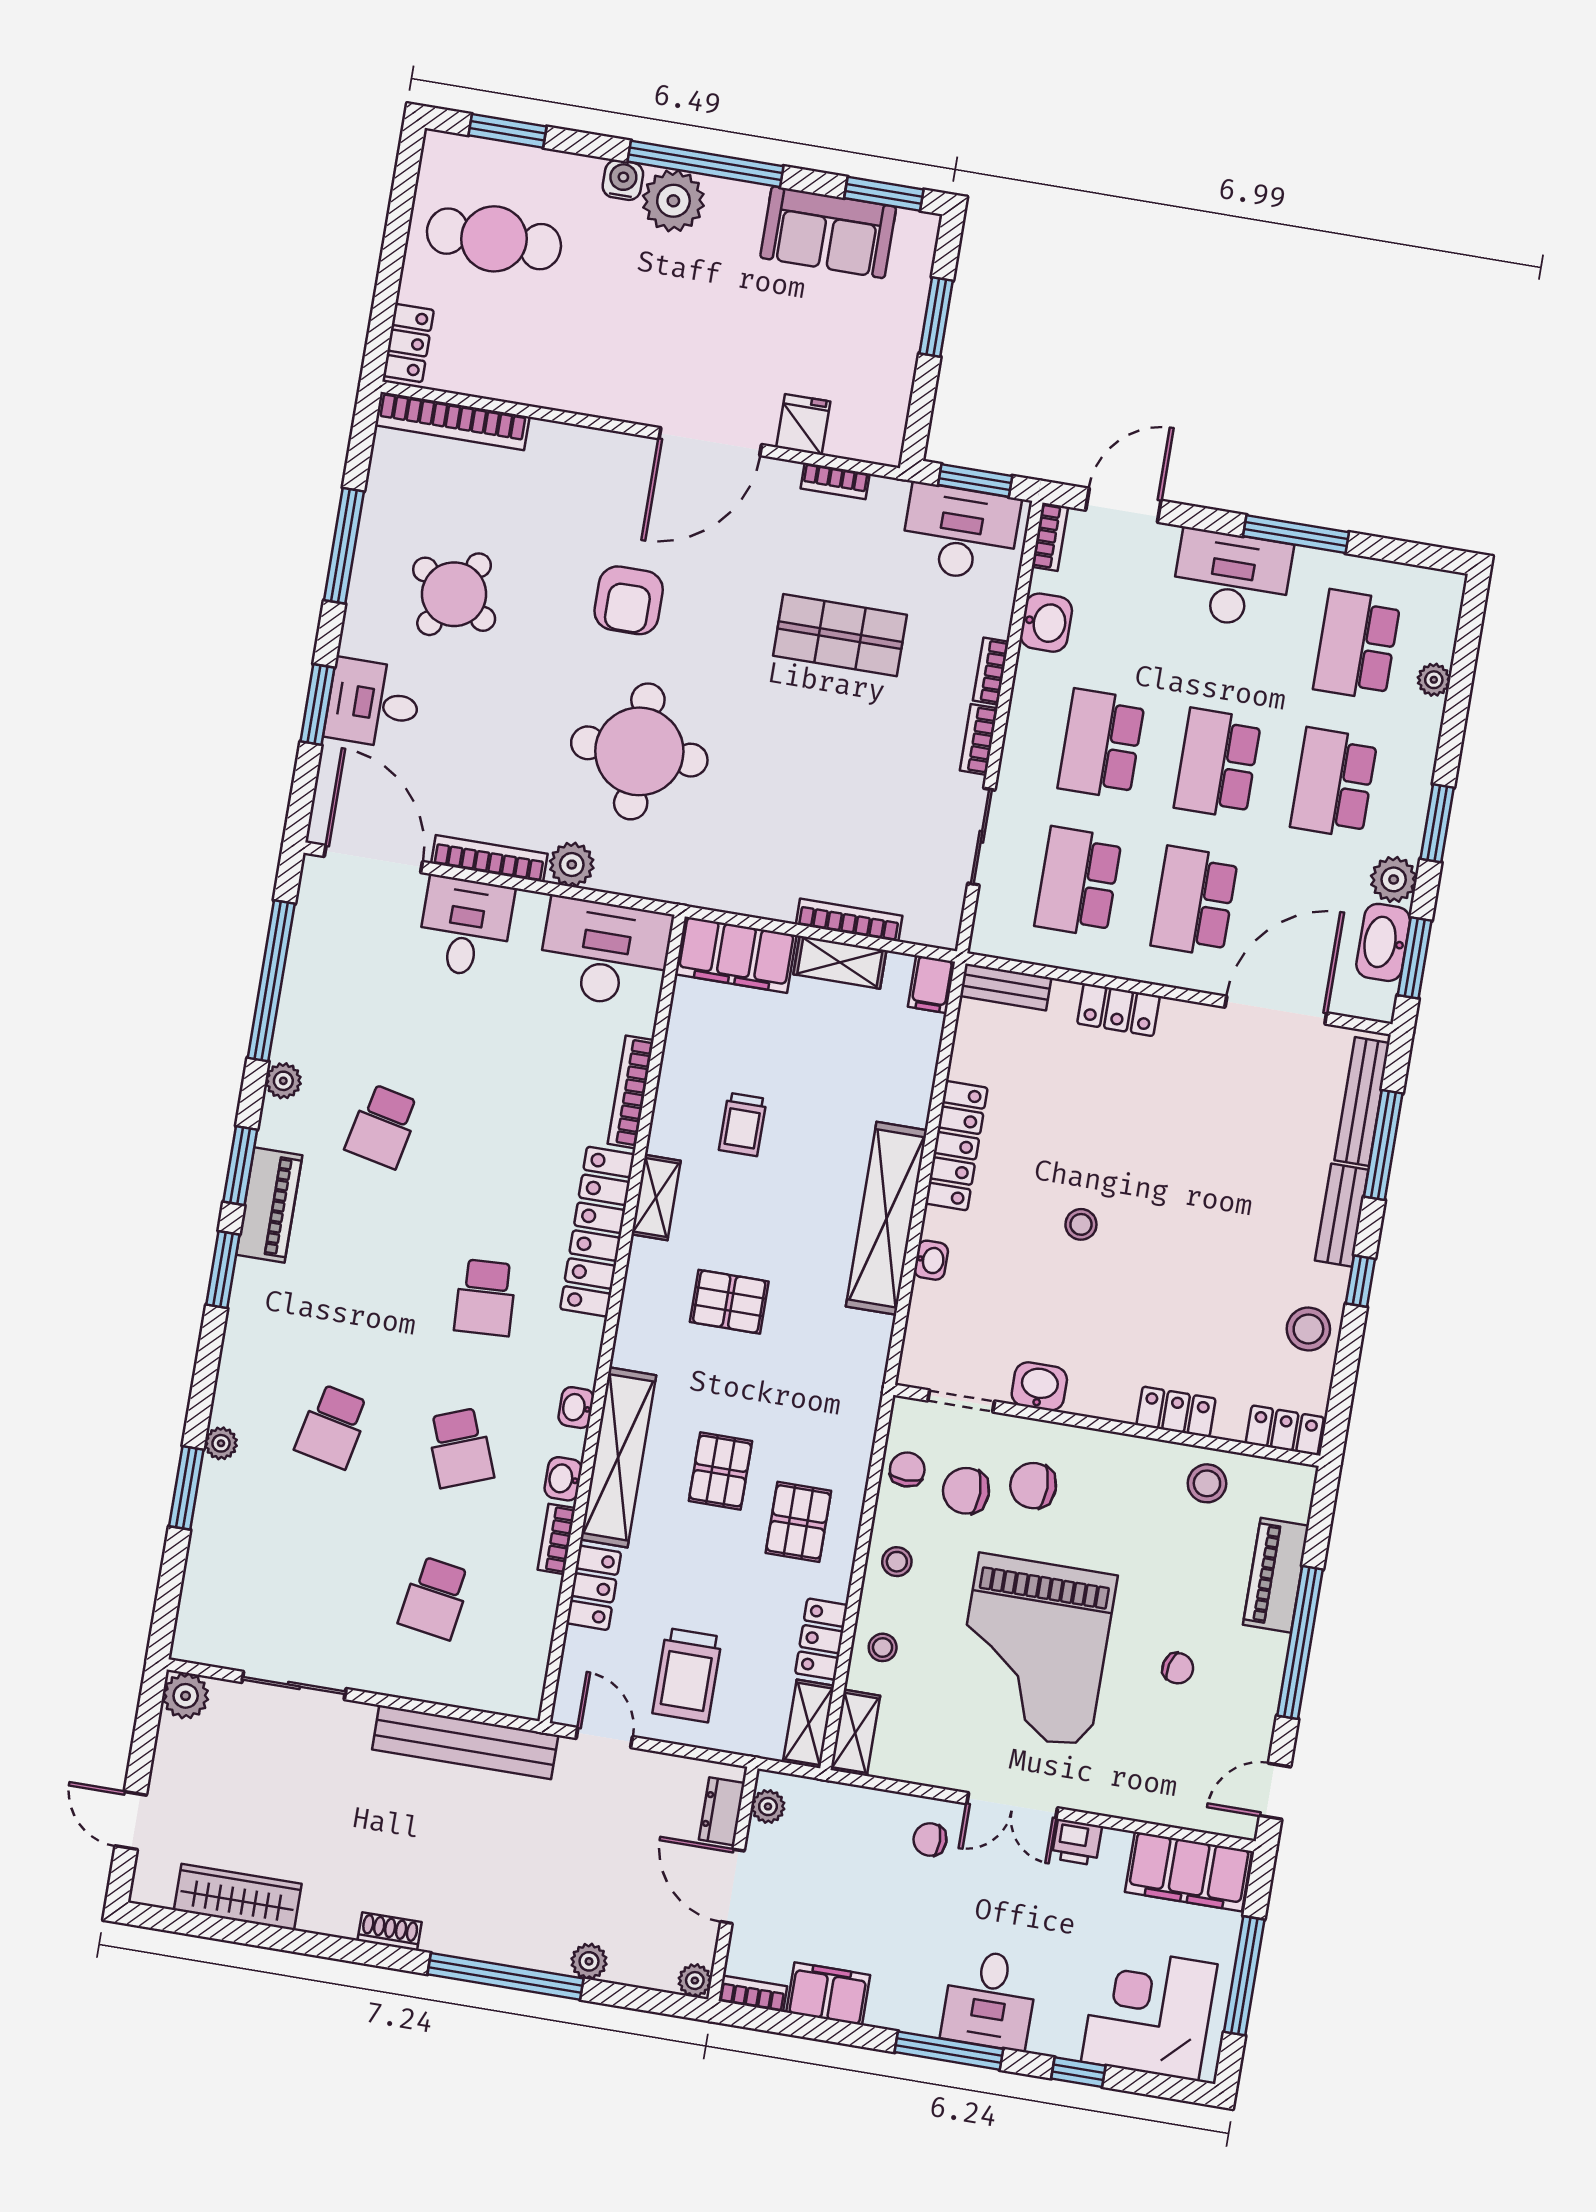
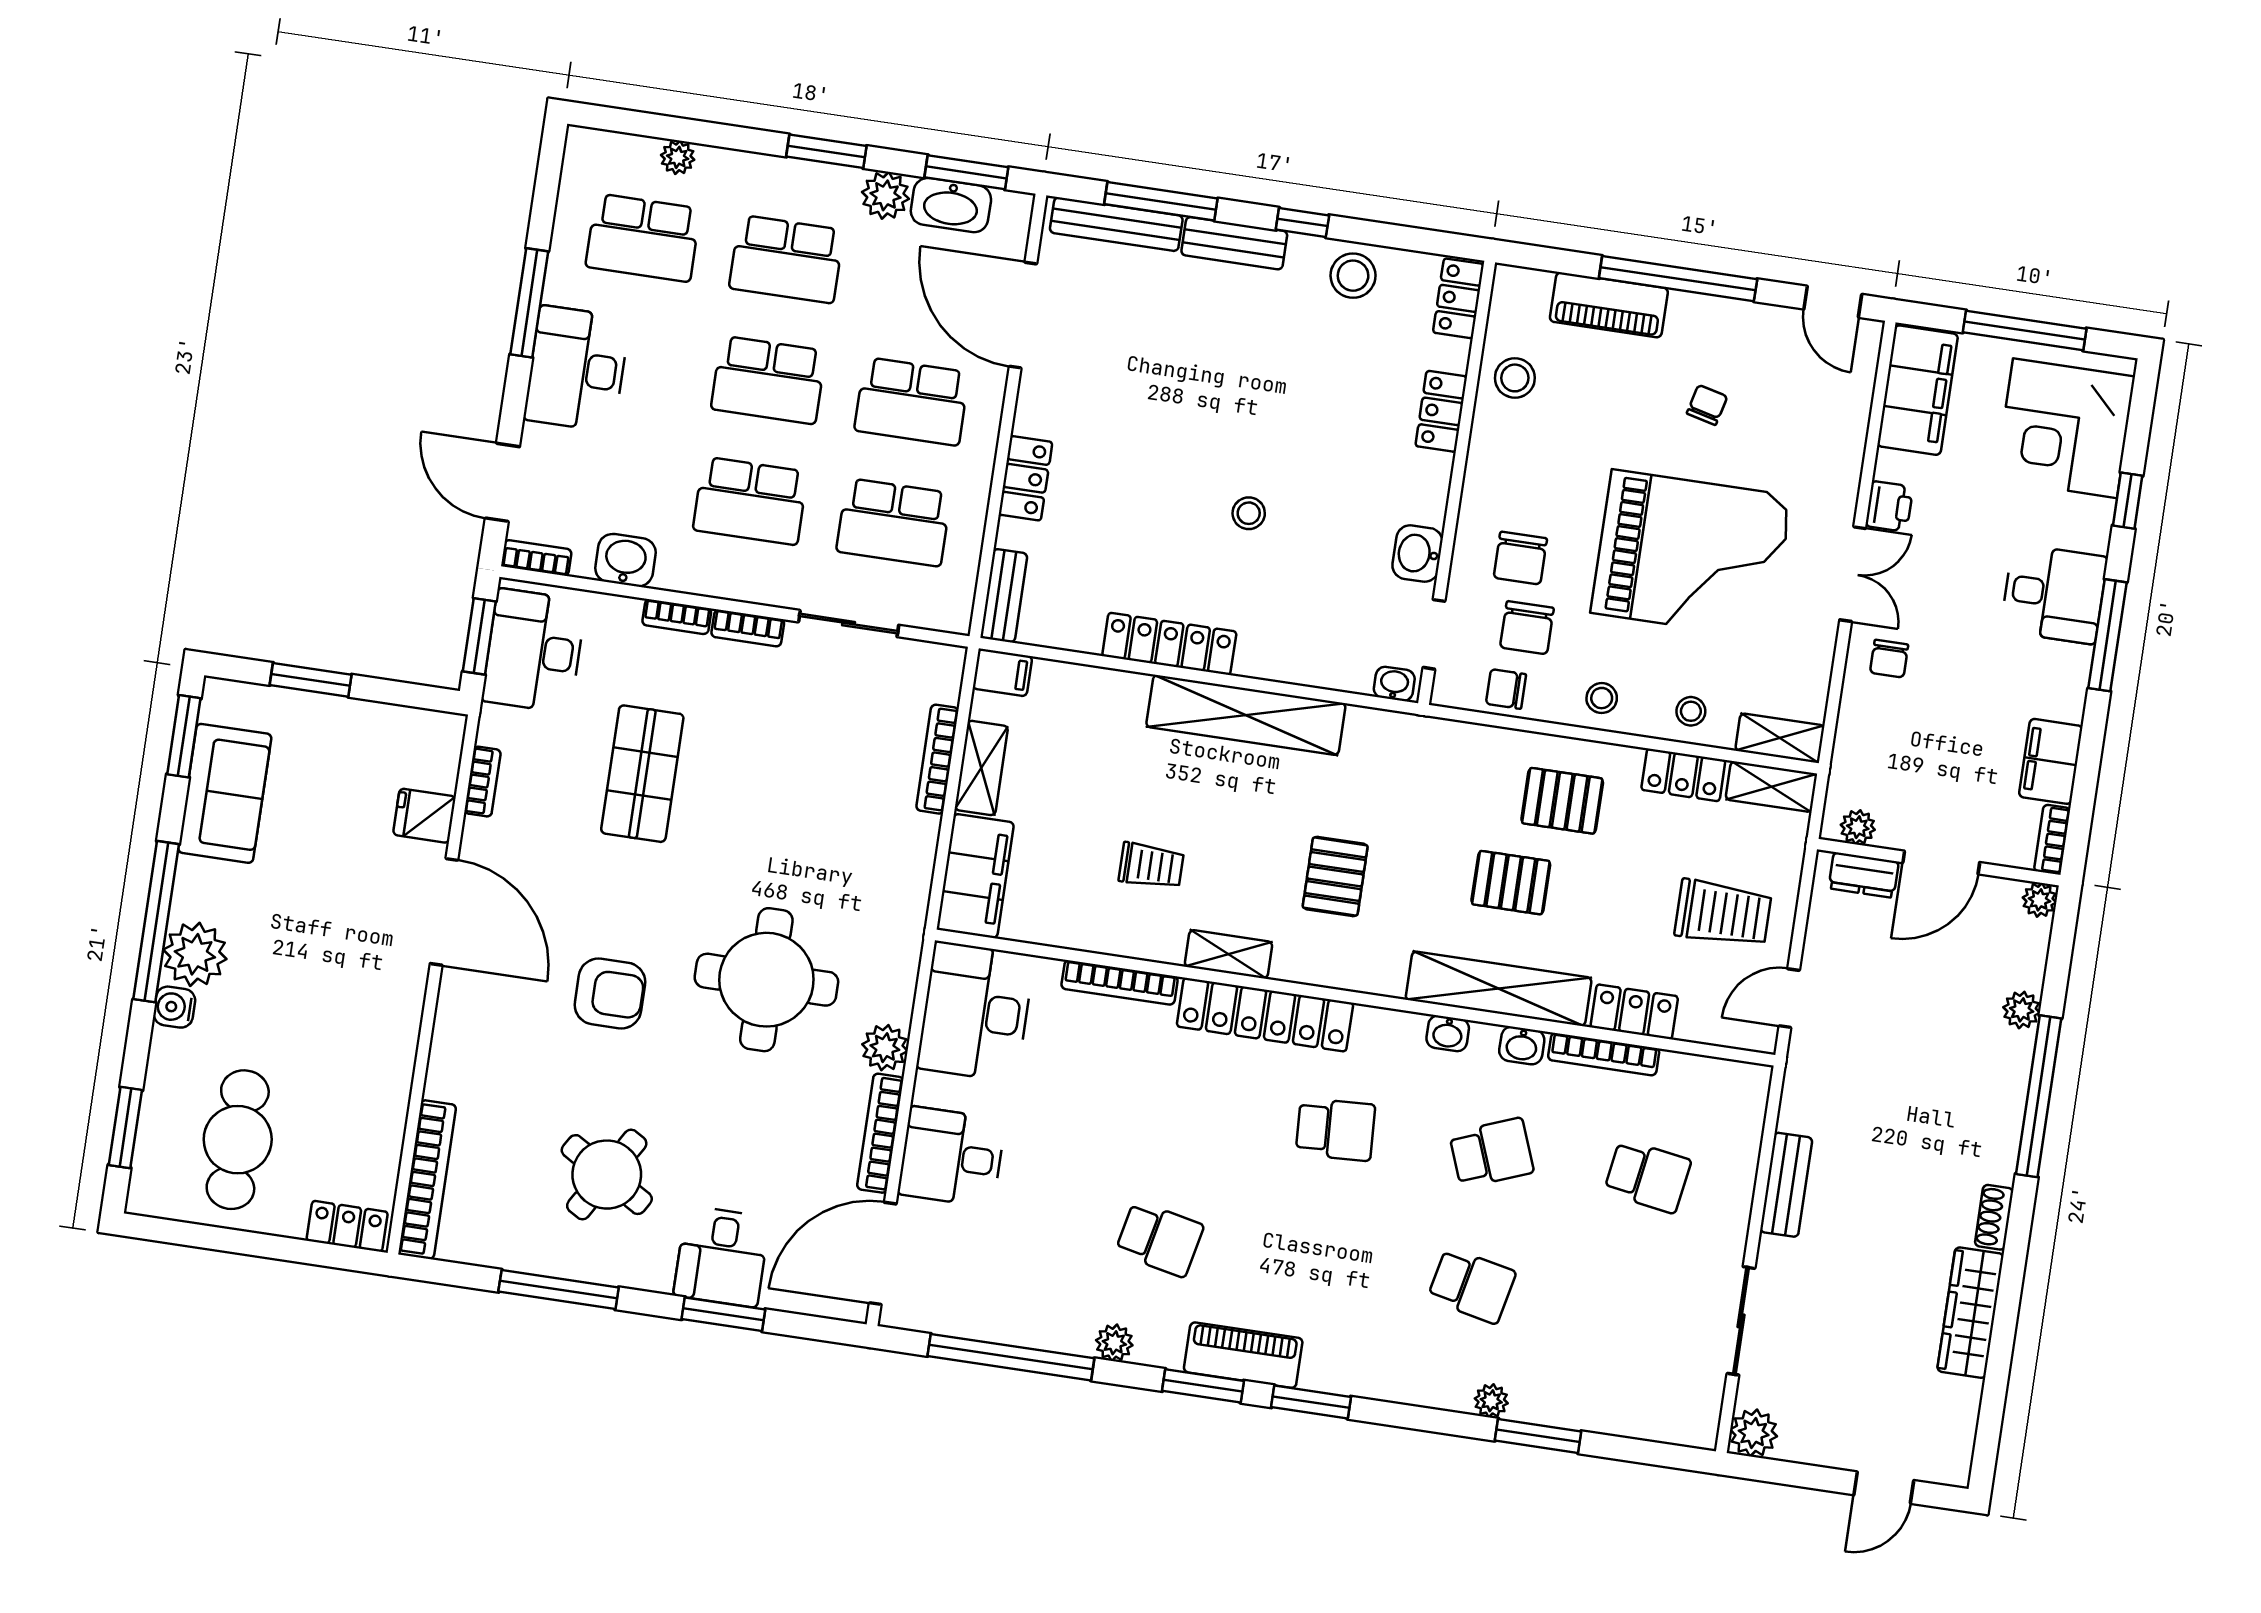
washbasin: (931, 1260) -> (1394, 684), moved
bookcase: (556, 1539) -> (1604, 1054), width x1.56
bench: (465, 1742) -> (1786, 1185), width x0.54, depth x0.82
wardrobe: (238, 1897) -> (1970, 1313), moved

